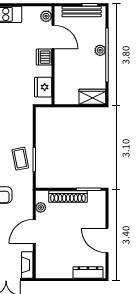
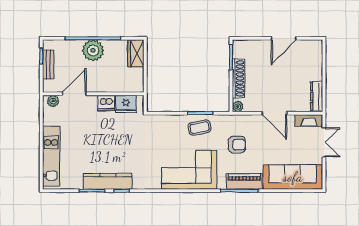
bench: (82, 12) -> (48, 64), width x0.73
plant: (100, 50) -> (93, 50), width x1.87, depth x1.87
dishwasher: (44, 57) -> (106, 103), moved
plant: (41, 207) -> (238, 107), moved
dresser: (88, 272) -> (317, 97), moved

